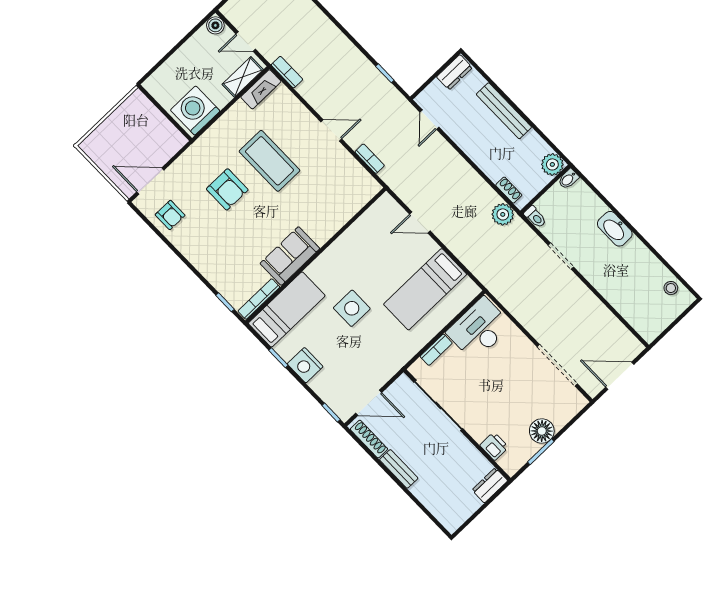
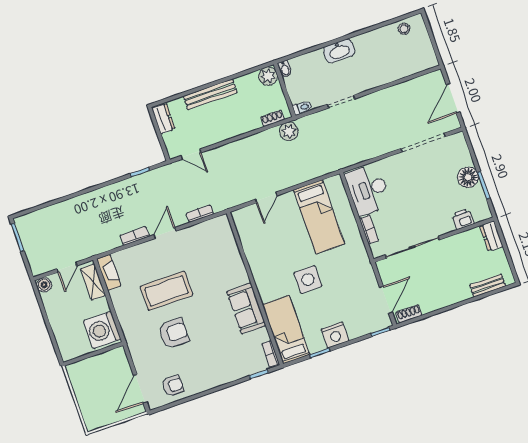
bookcase: (287, 72) -> (135, 236), moved
bookcase: (259, 299) -> (271, 354), width x0.64
shoe rack: (369, 439) -> (409, 314), width x0.70
bench: (399, 469) -> (488, 286), moved

